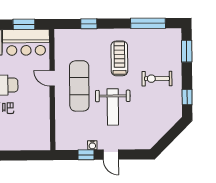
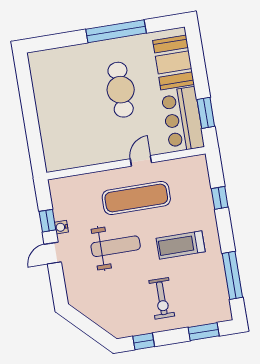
treadmill: (119, 58) -> (181, 245), turned 180
exercise bike: (157, 79) -> (162, 298), turned 180
weight bench: (113, 107) -> (116, 246), turned 180

